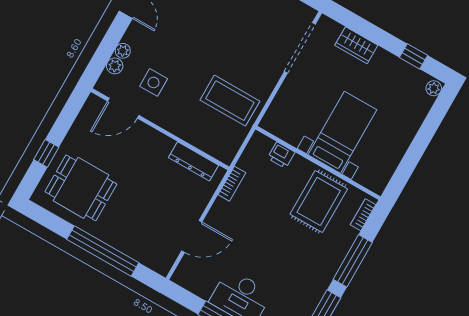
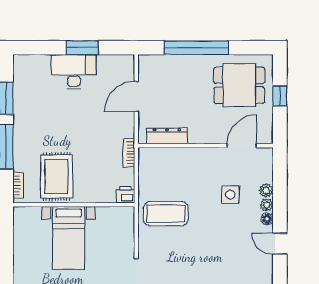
floor lamp: (130, 37) -> (267, 219), added
door: (123, 108) -> (242, 146), moved
wall: (160, 129) -> (205, 146), moved
printer: (281, 155) -> (125, 195), moved
dresser: (193, 161) -> (167, 136), moved

